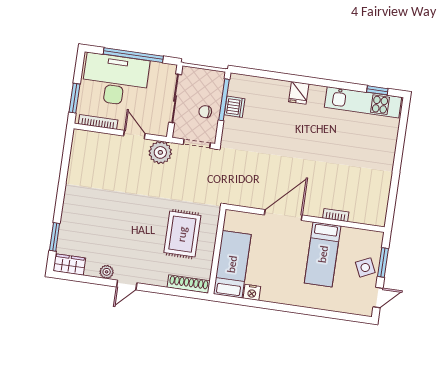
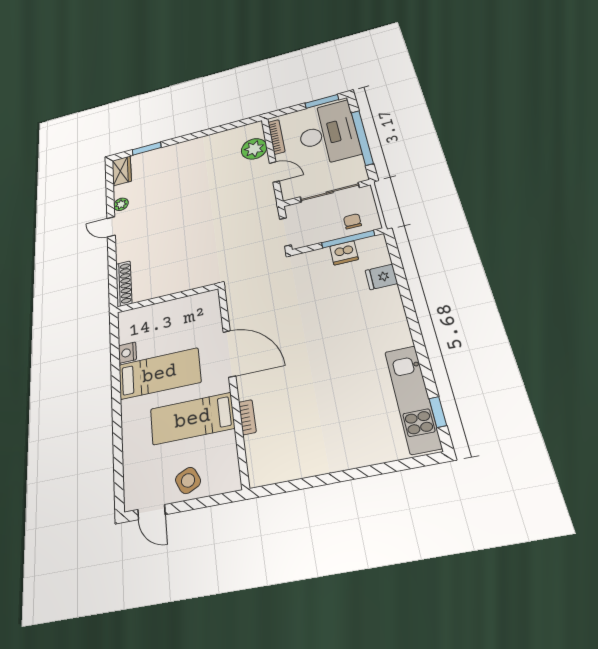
fridge: (299, 93) -> (381, 277), moved
window: (75, 98) -> (322, 101), moved
chair: (205, 112) -> (352, 221), moved
door: (134, 135) -> (274, 172), hinge flipped
plant: (160, 152) -> (254, 149), moved
rug: (182, 234) -> (178, 257), removed
window: (383, 262) -> (200, 503), removed
bed: (232, 264) -> (159, 374), moved

